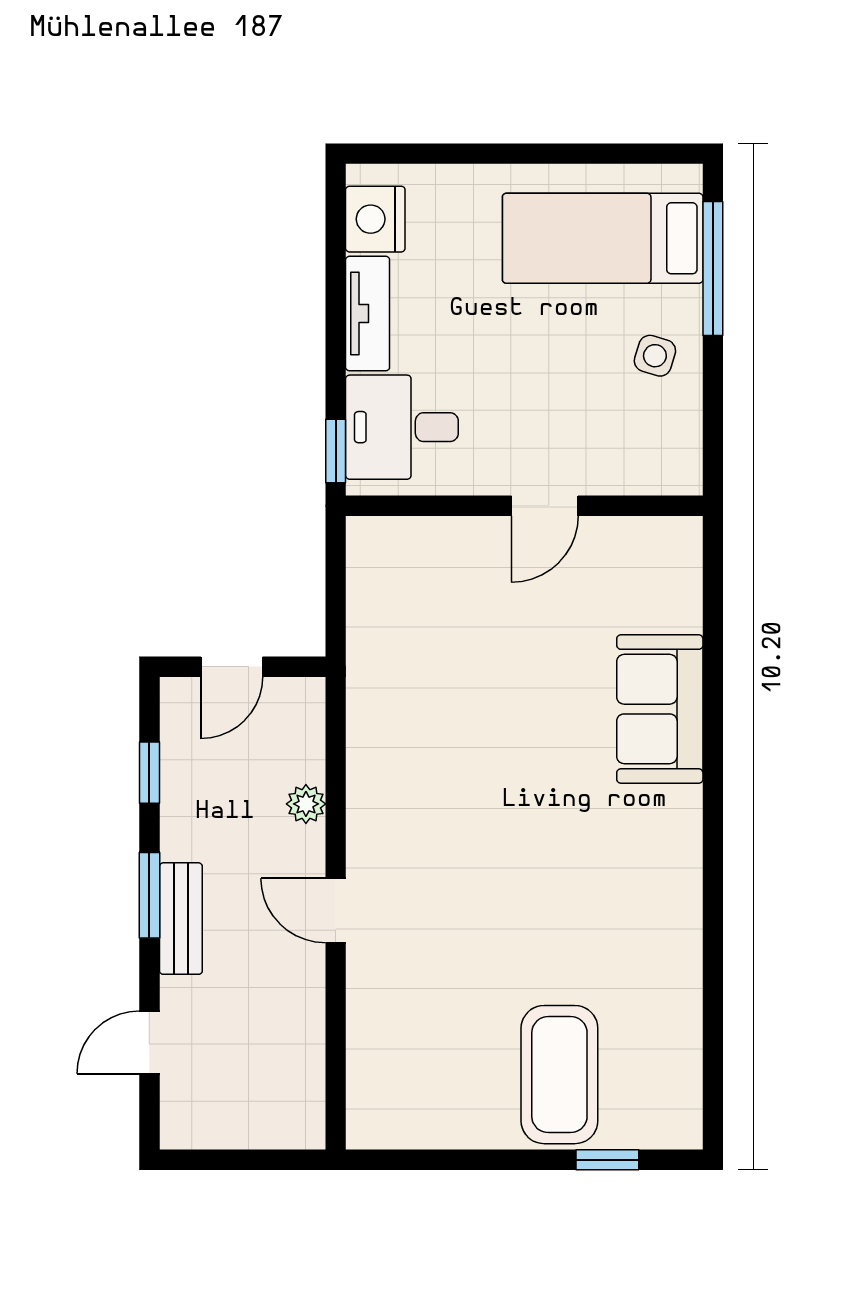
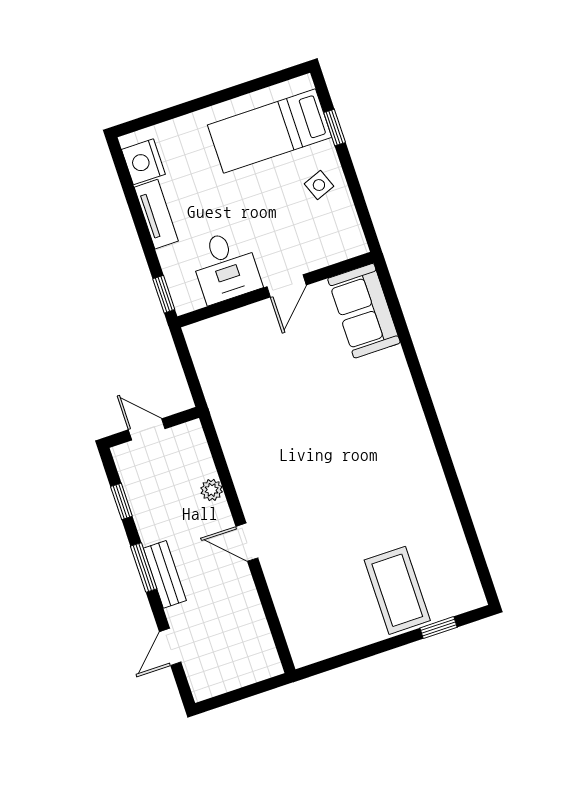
window: (713, 268) -> (335, 127), width x0.46
side table: (655, 356) -> (319, 185), turned -38
desk: (402, 427) -> (225, 267), moved, turned -90
door: (232, 667) -> (147, 429), swing flipped
sofa: (660, 709) -> (364, 311), moved

